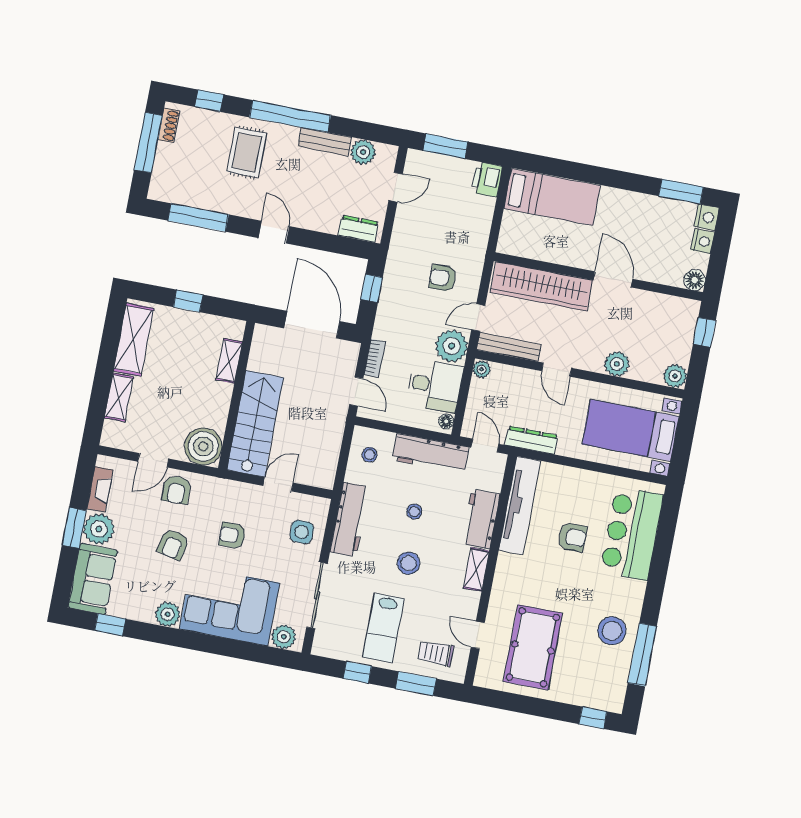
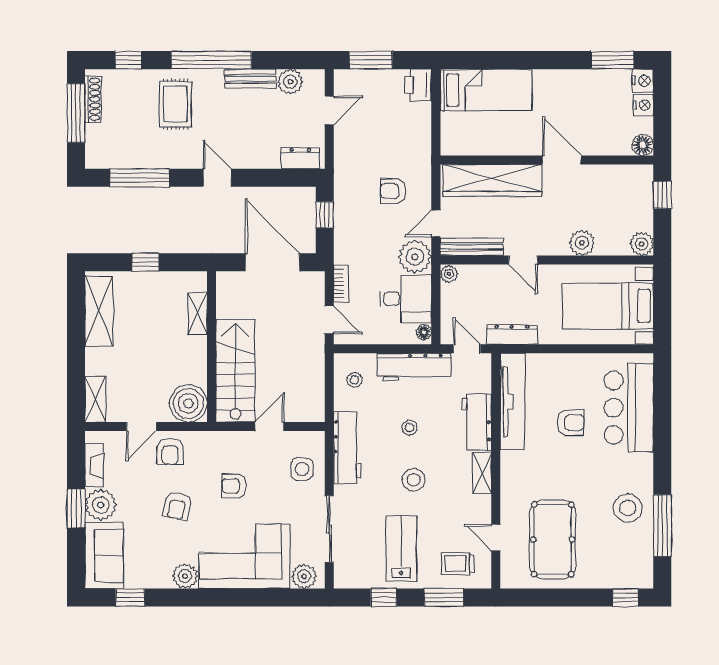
shoe rack: (169, 125) -> (93, 99), width x1.43
shelving: (119, 397) -> (95, 399), moved
lab bench: (383, 628) -> (401, 549), turned 180

